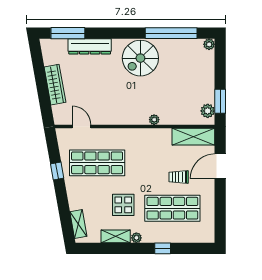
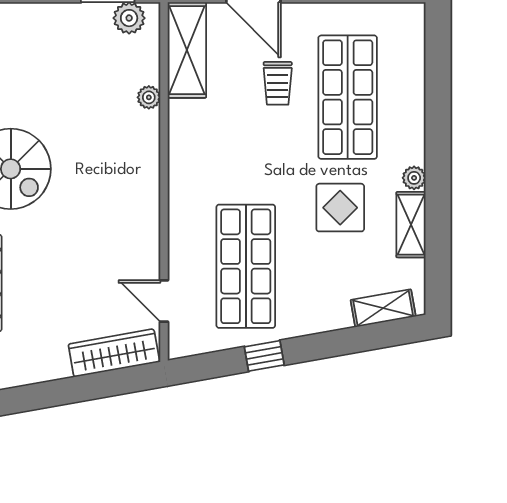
wardrobe: (55, 85) -> (114, 353), moved
plant: (154, 120) -> (149, 97), moved
door: (82, 126) -> (164, 301), hinge flipped
window: (163, 248) -> (438, 119), removed

